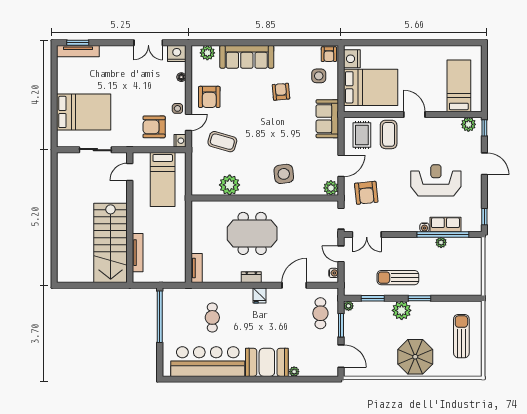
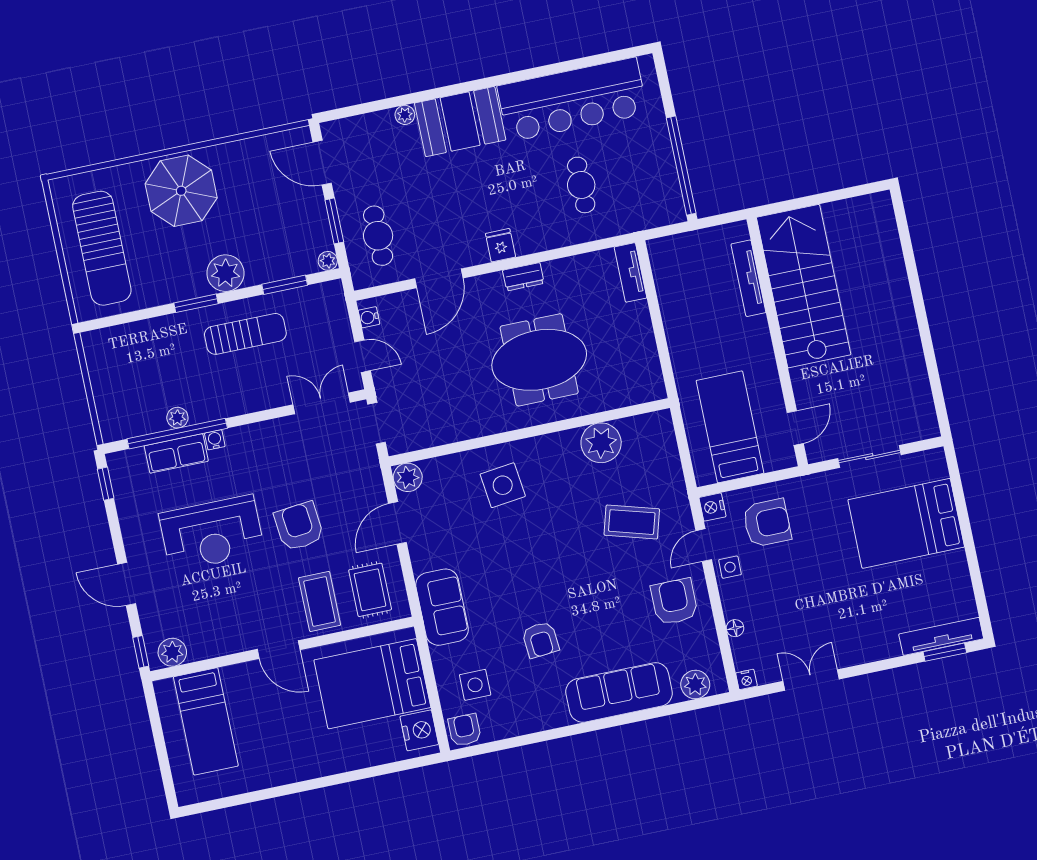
nightstand: (177, 54) -> (746, 679), width x0.53, depth x0.56
armchair: (366, 193) -> (299, 526), moved
sun lounger: (461, 336) -> (102, 248), width x1.36, depth x1.34

